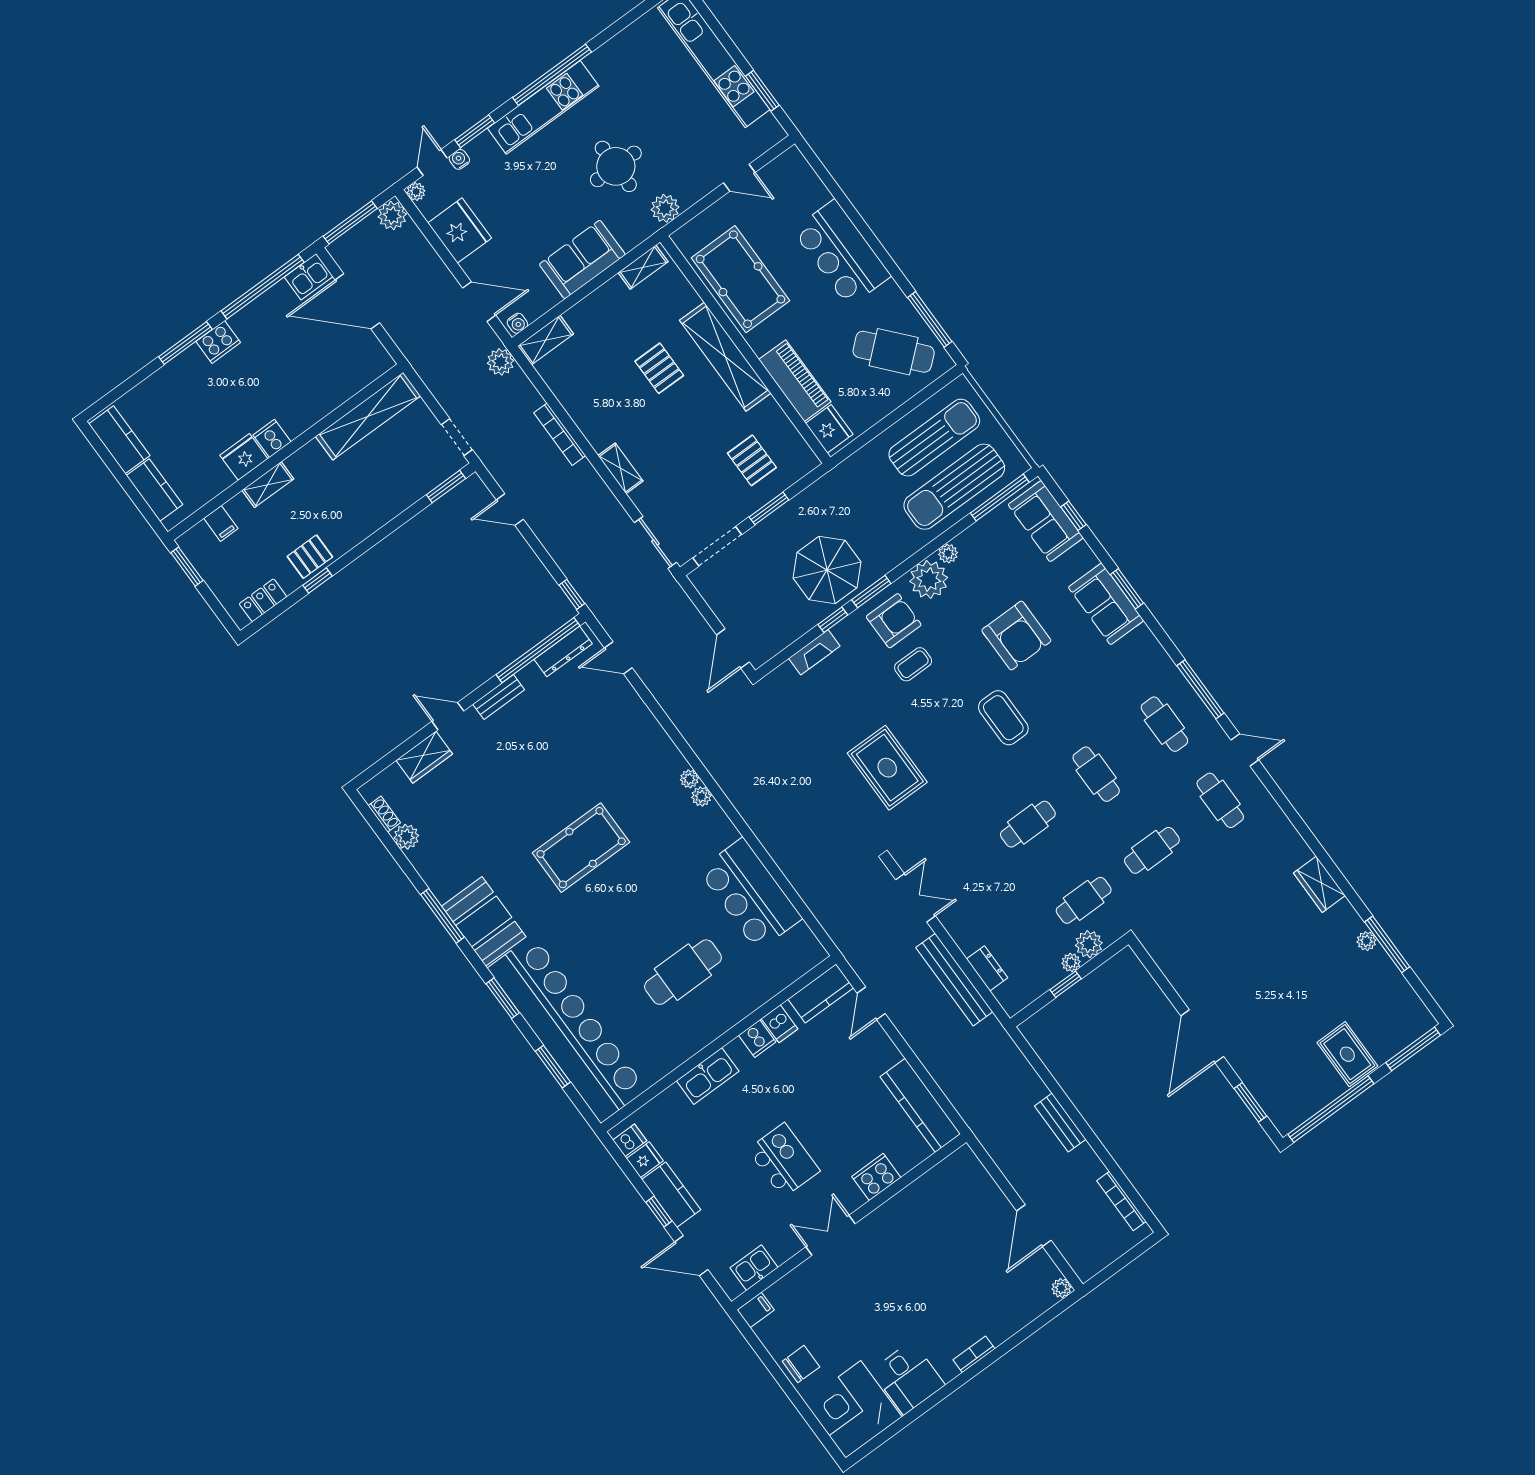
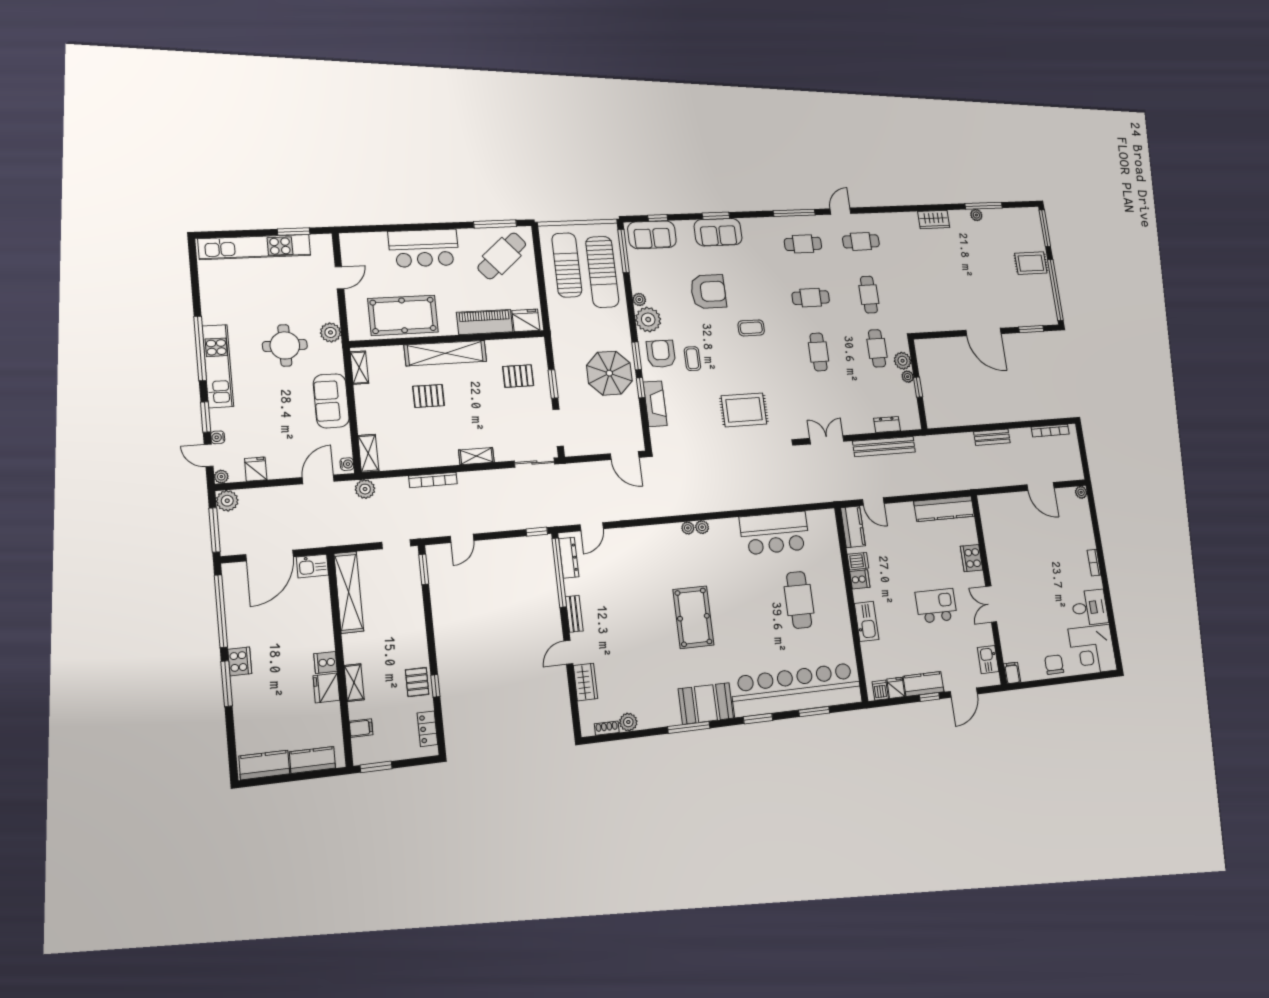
fridge: (460, 231) -> (256, 469), width x0.53, depth x0.75
kitchen sink: (309, 277) -> (312, 566), moved, turned 90
fireplace: (814, 652) -> (655, 404), width x1.37, depth x1.32
coffee table: (1003, 718) -> (751, 328), width x0.73, depth x0.77

